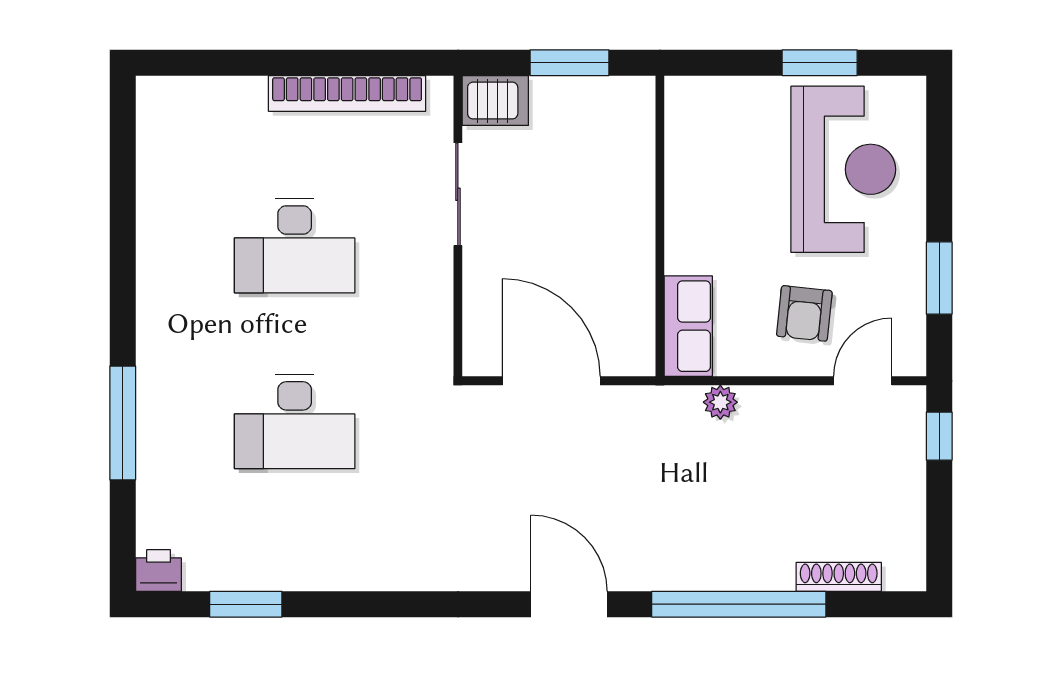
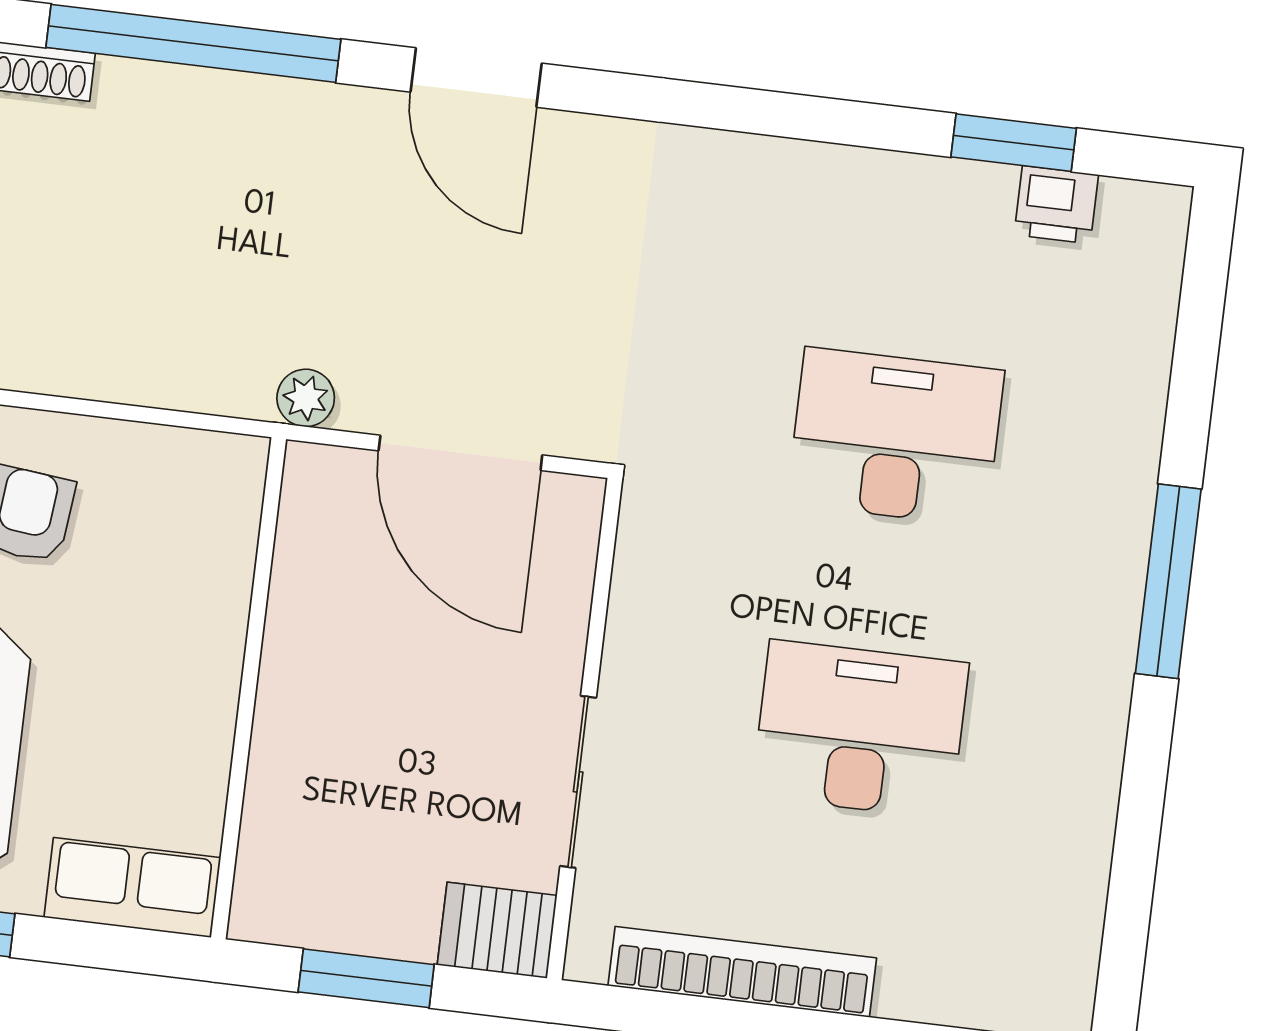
row of seats: (688, 326) -> (132, 888), moved, turned 90
plant: (720, 402) -> (306, 398), moved
window: (123, 423) -> (1168, 581), moved
printer: (159, 570) -> (1056, 205), moved

